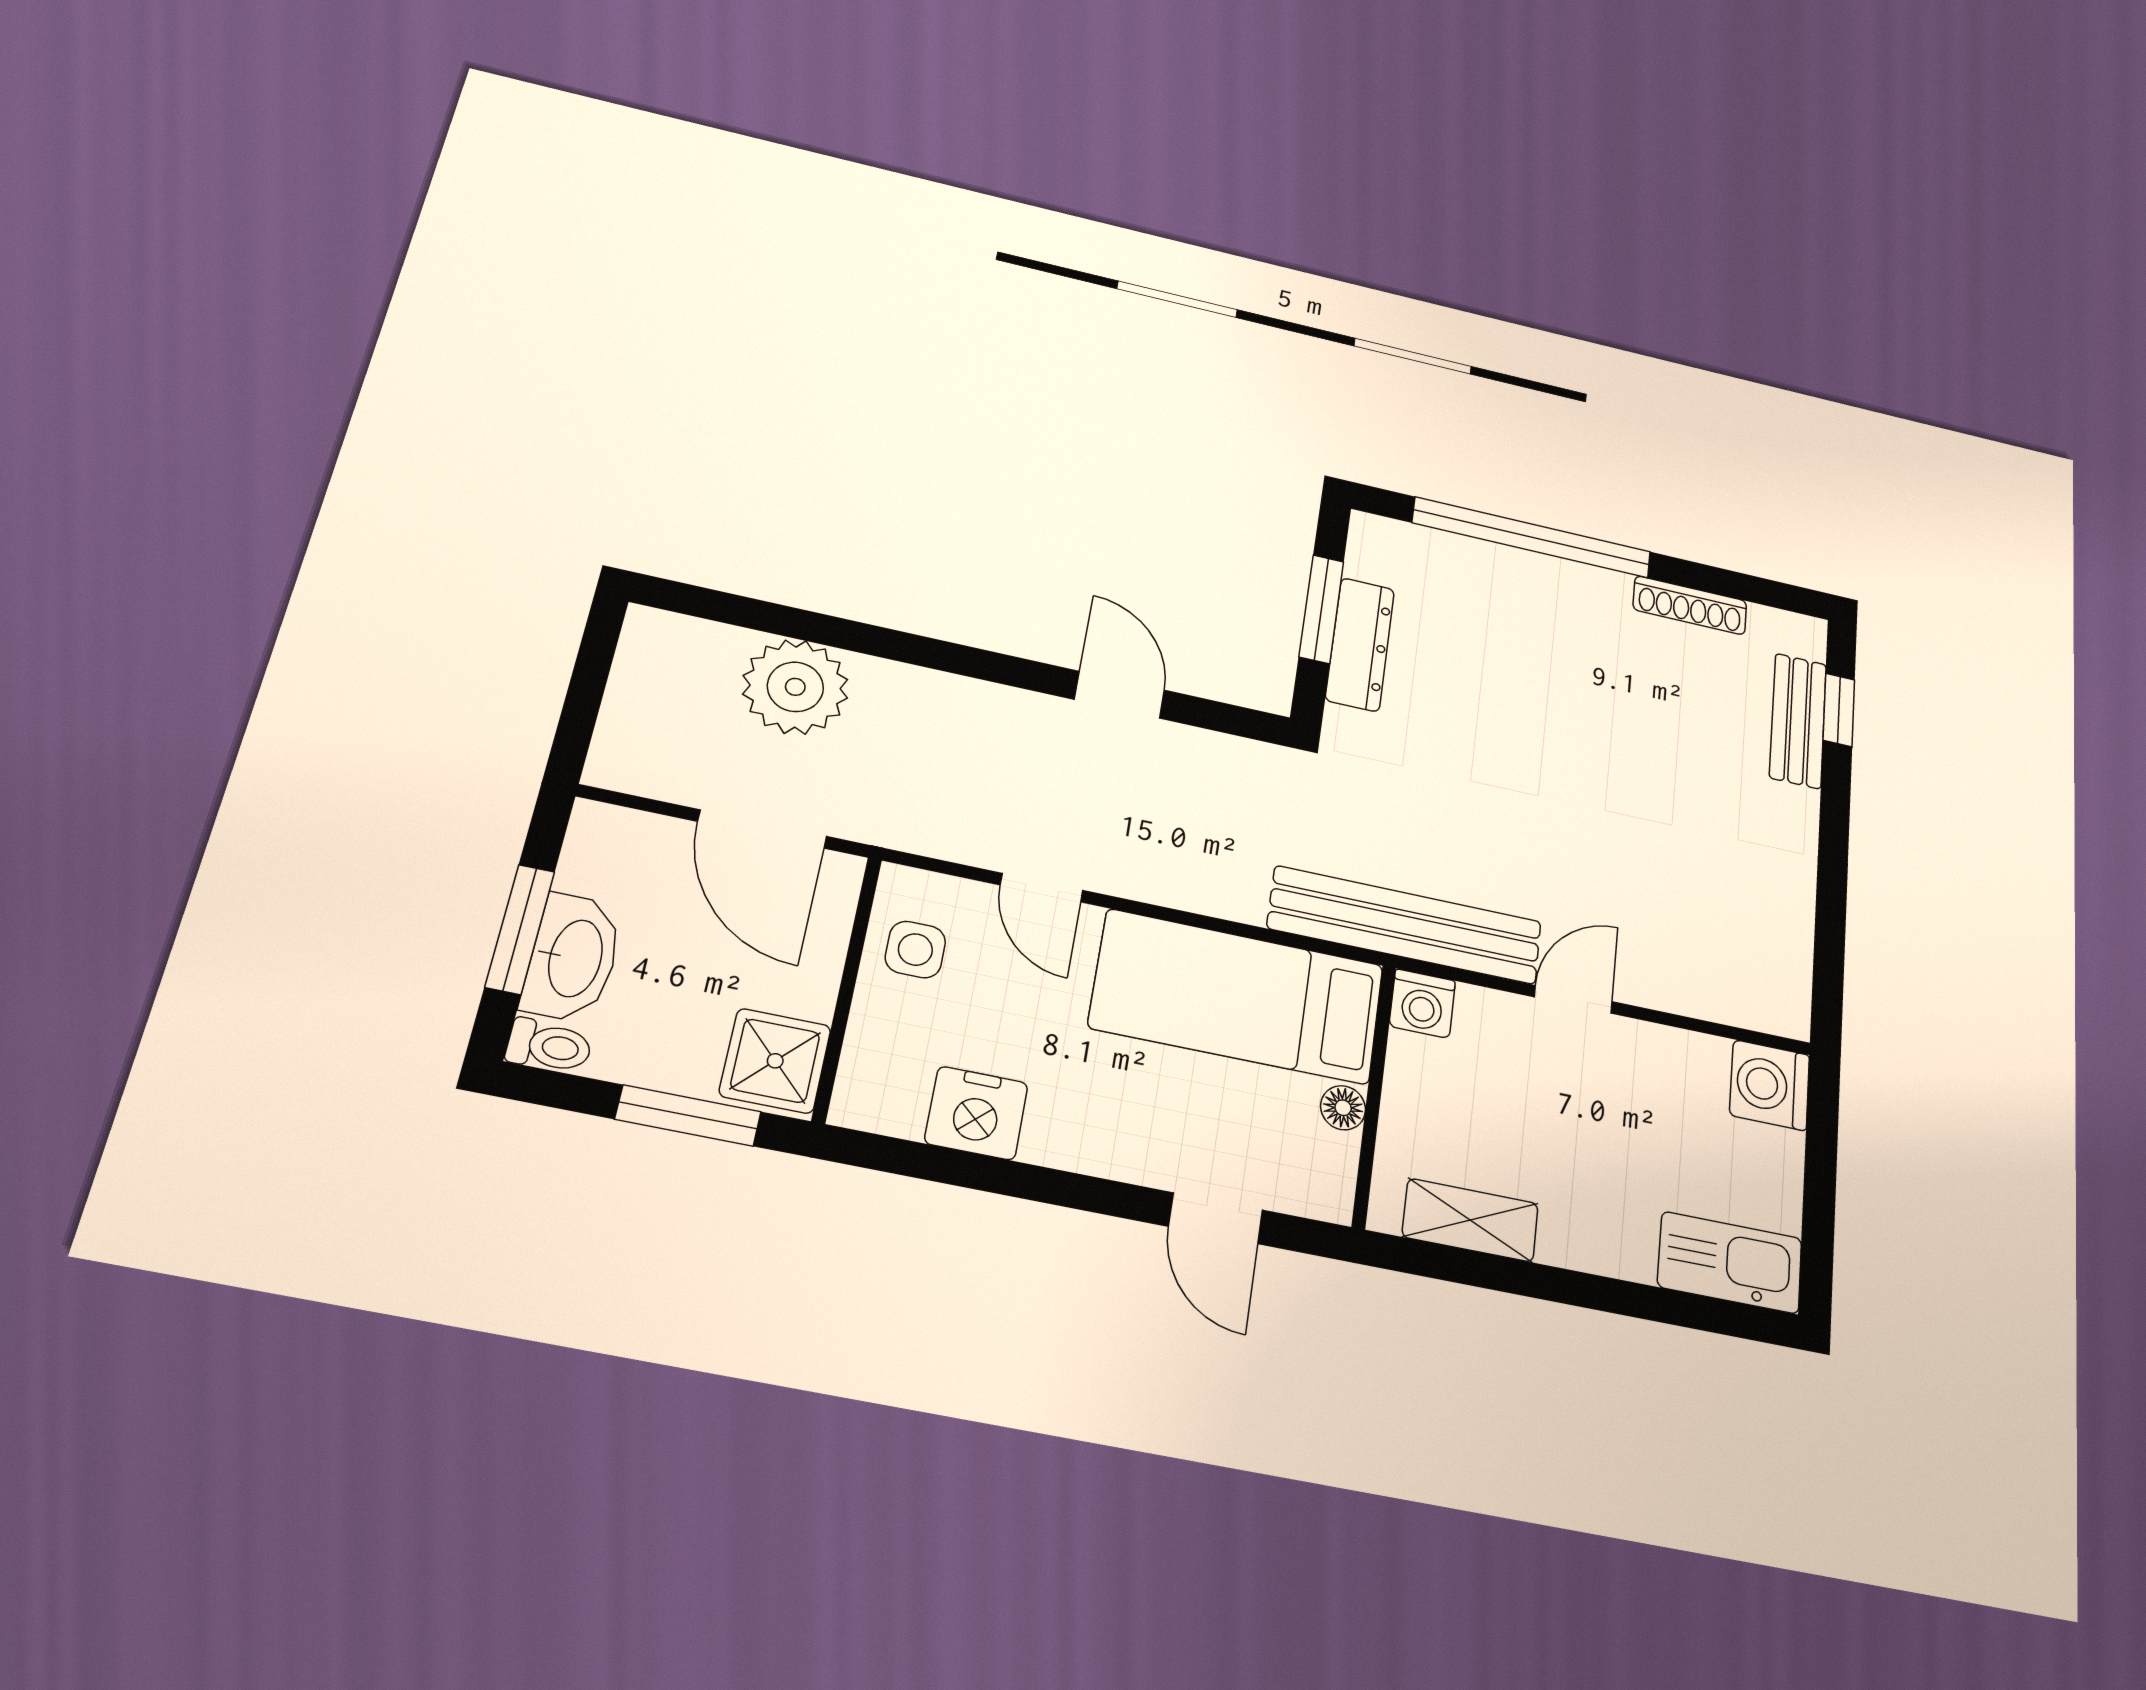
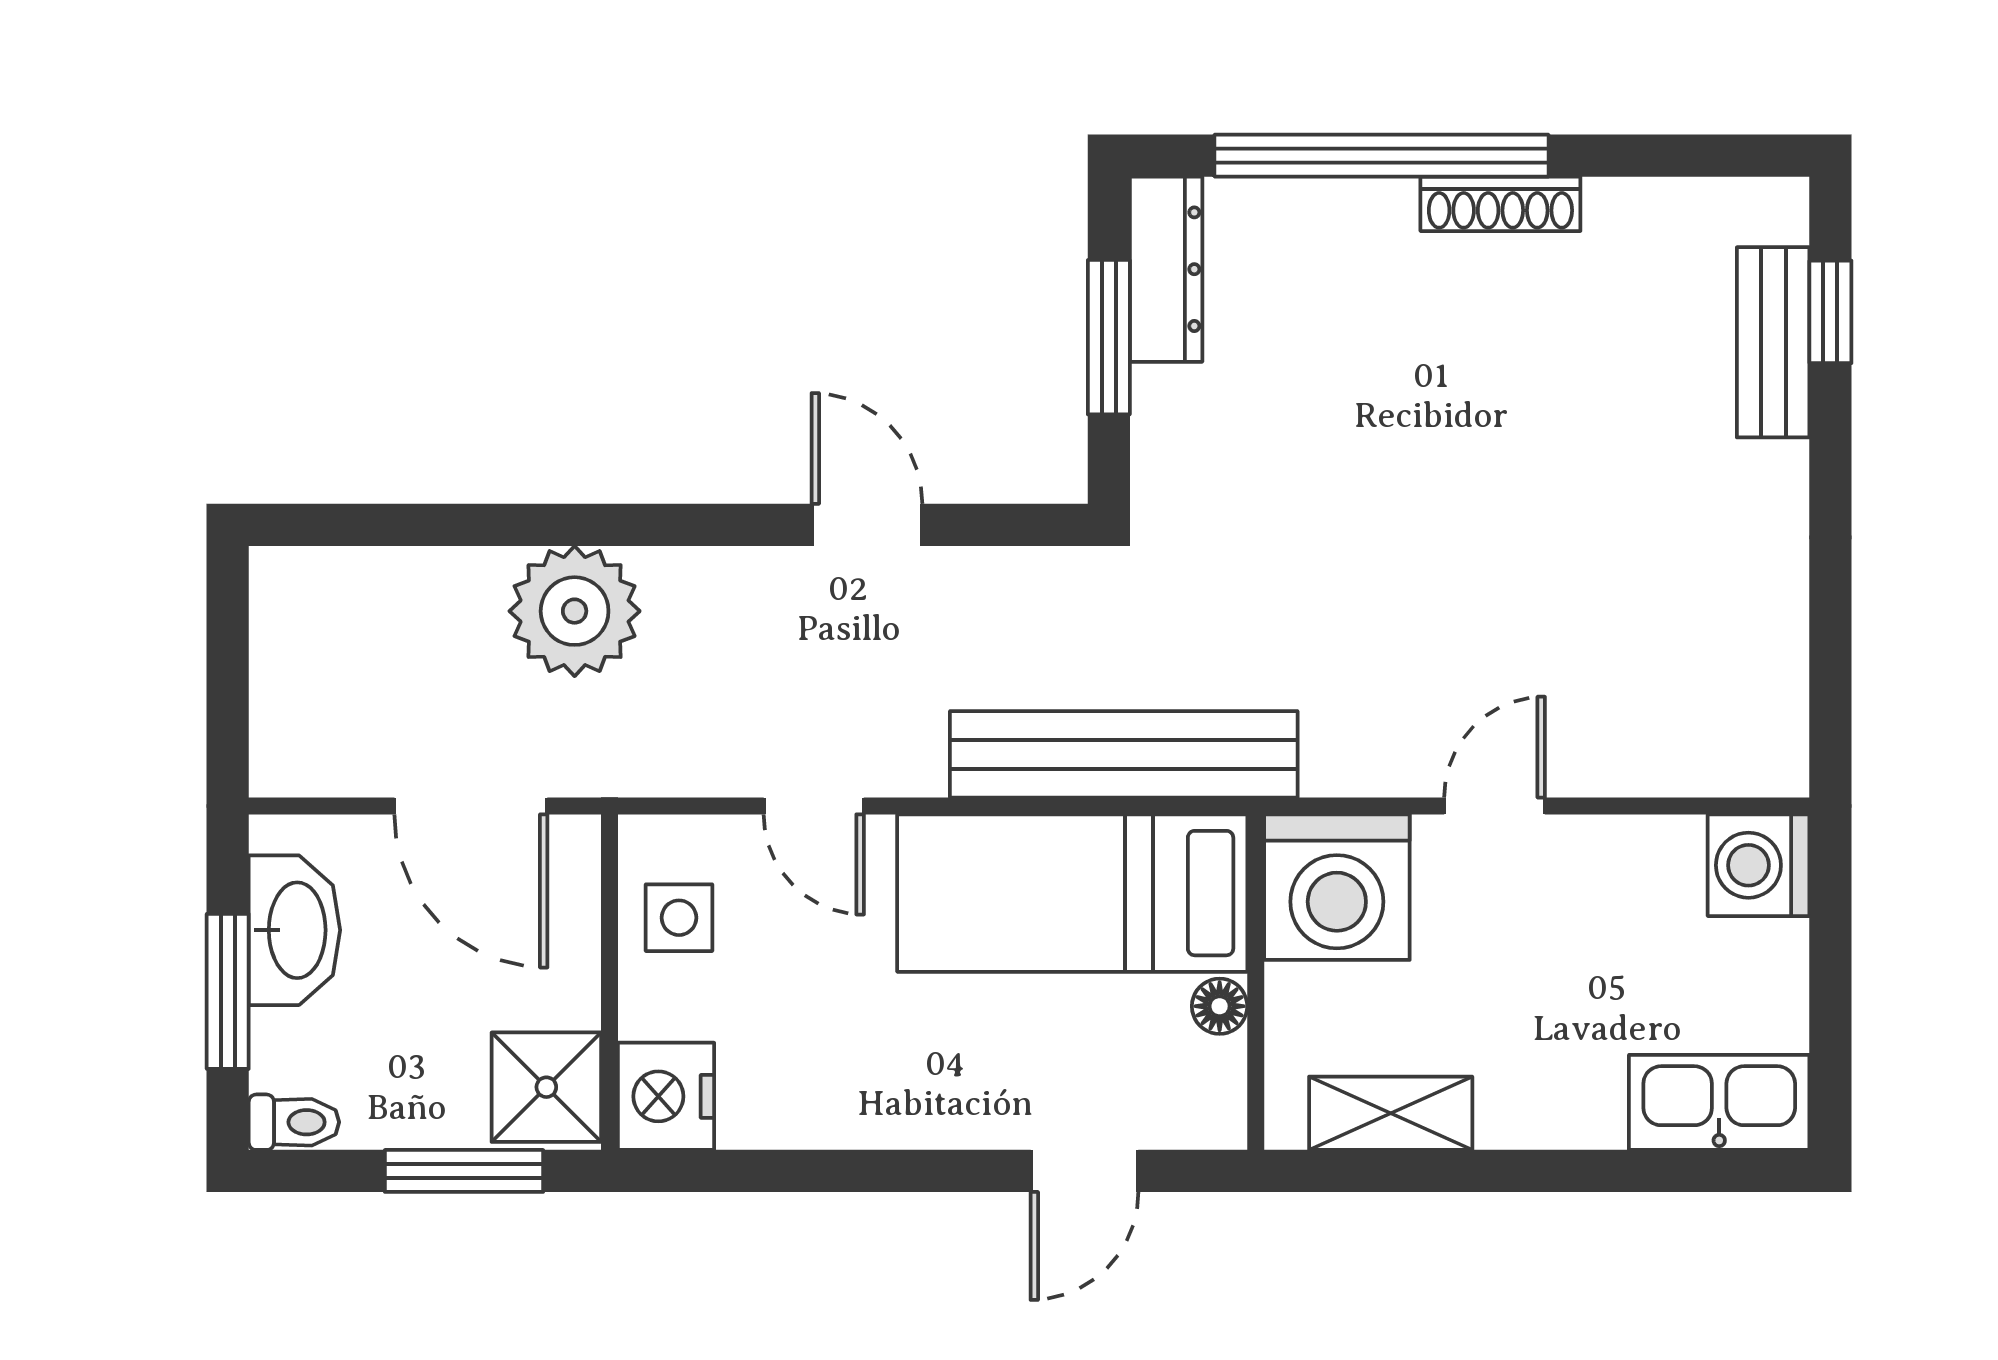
shoe rack: (1690, 605) -> (1500, 204), moved
dresser: (1360, 644) -> (1166, 269), moved
plant: (795, 687) -> (575, 611), moved
bench: (1405, 925) -> (1124, 754), moved
washbasin: (573, 958) -> (294, 930), moved
washing machine: (1422, 1003) -> (1337, 887), width x1.89, depth x1.89
nightstand: (976, 1113) -> (666, 1096), moved, turned 90
door: (1216, 1218) -> (1084, 1171), hinge flipped

